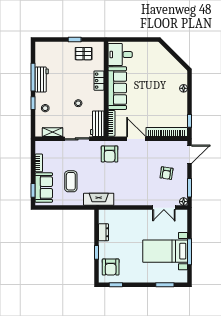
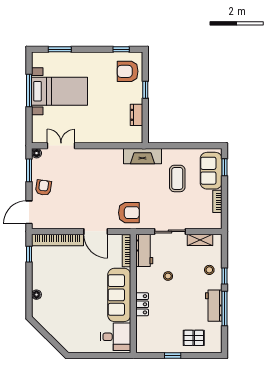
pallet: (84, 54) -> (194, 338), moved
armchair: (110, 154) -> (129, 213), turned 90
armchair: (166, 173) -> (43, 188), moved
armchair: (111, 267) -> (128, 71), turned -90

